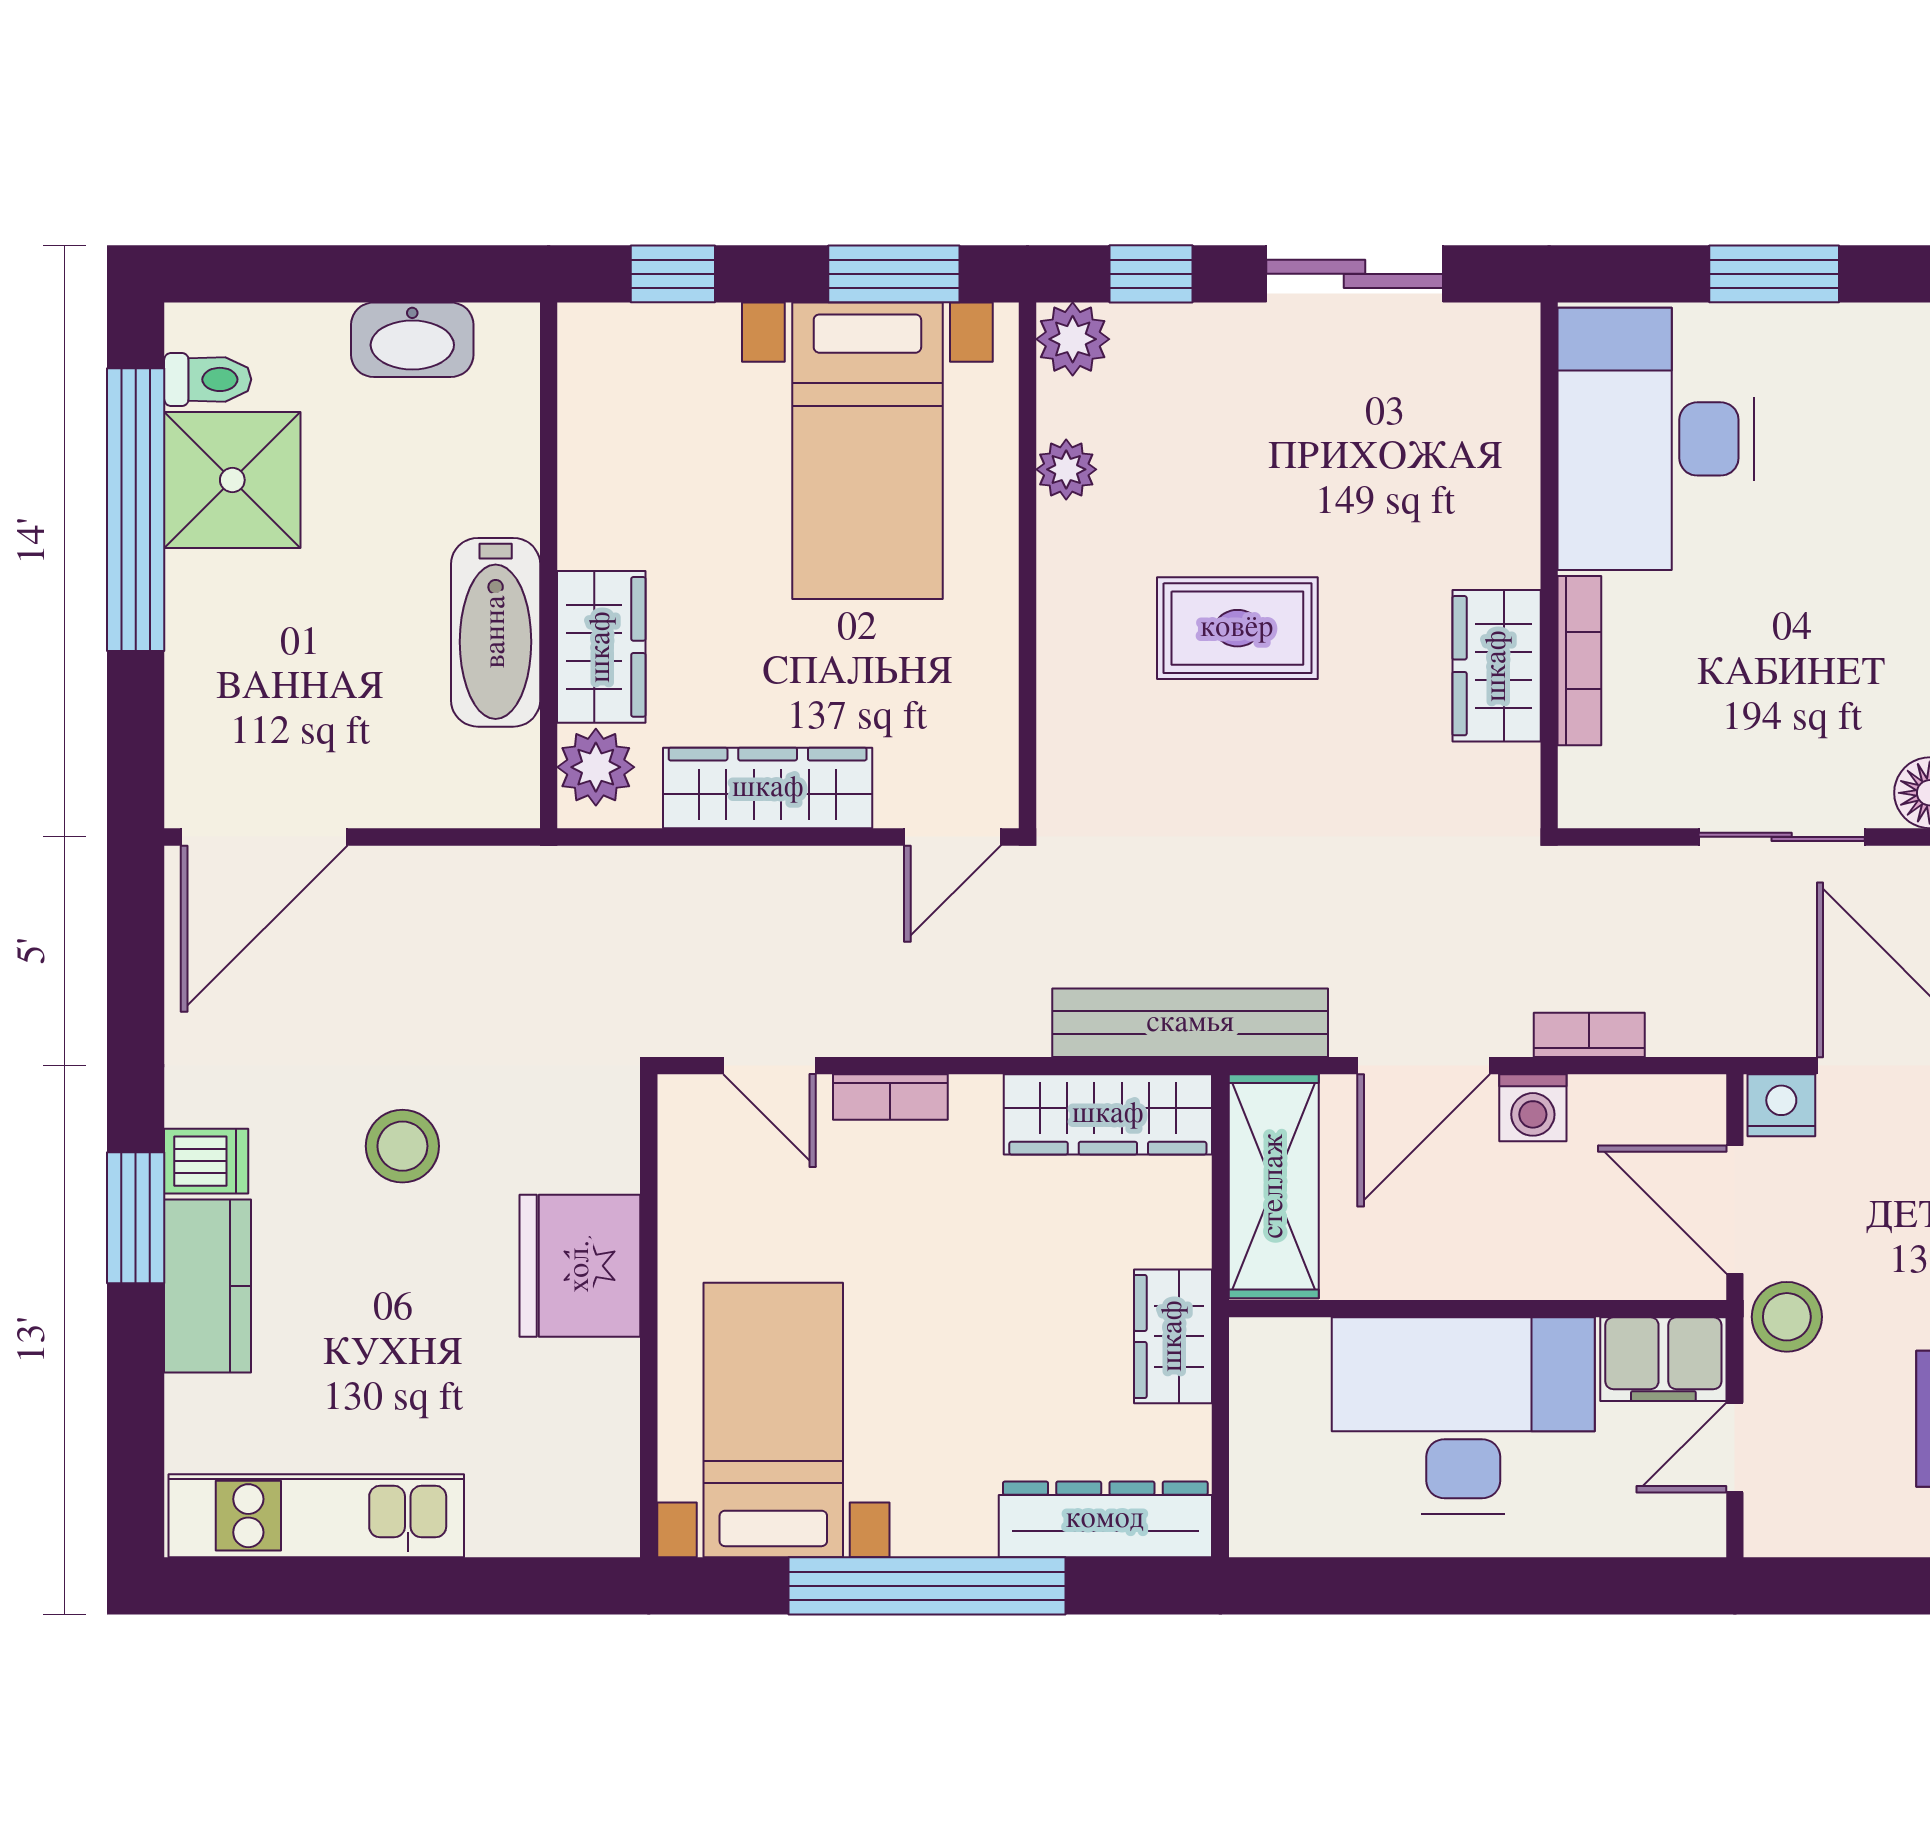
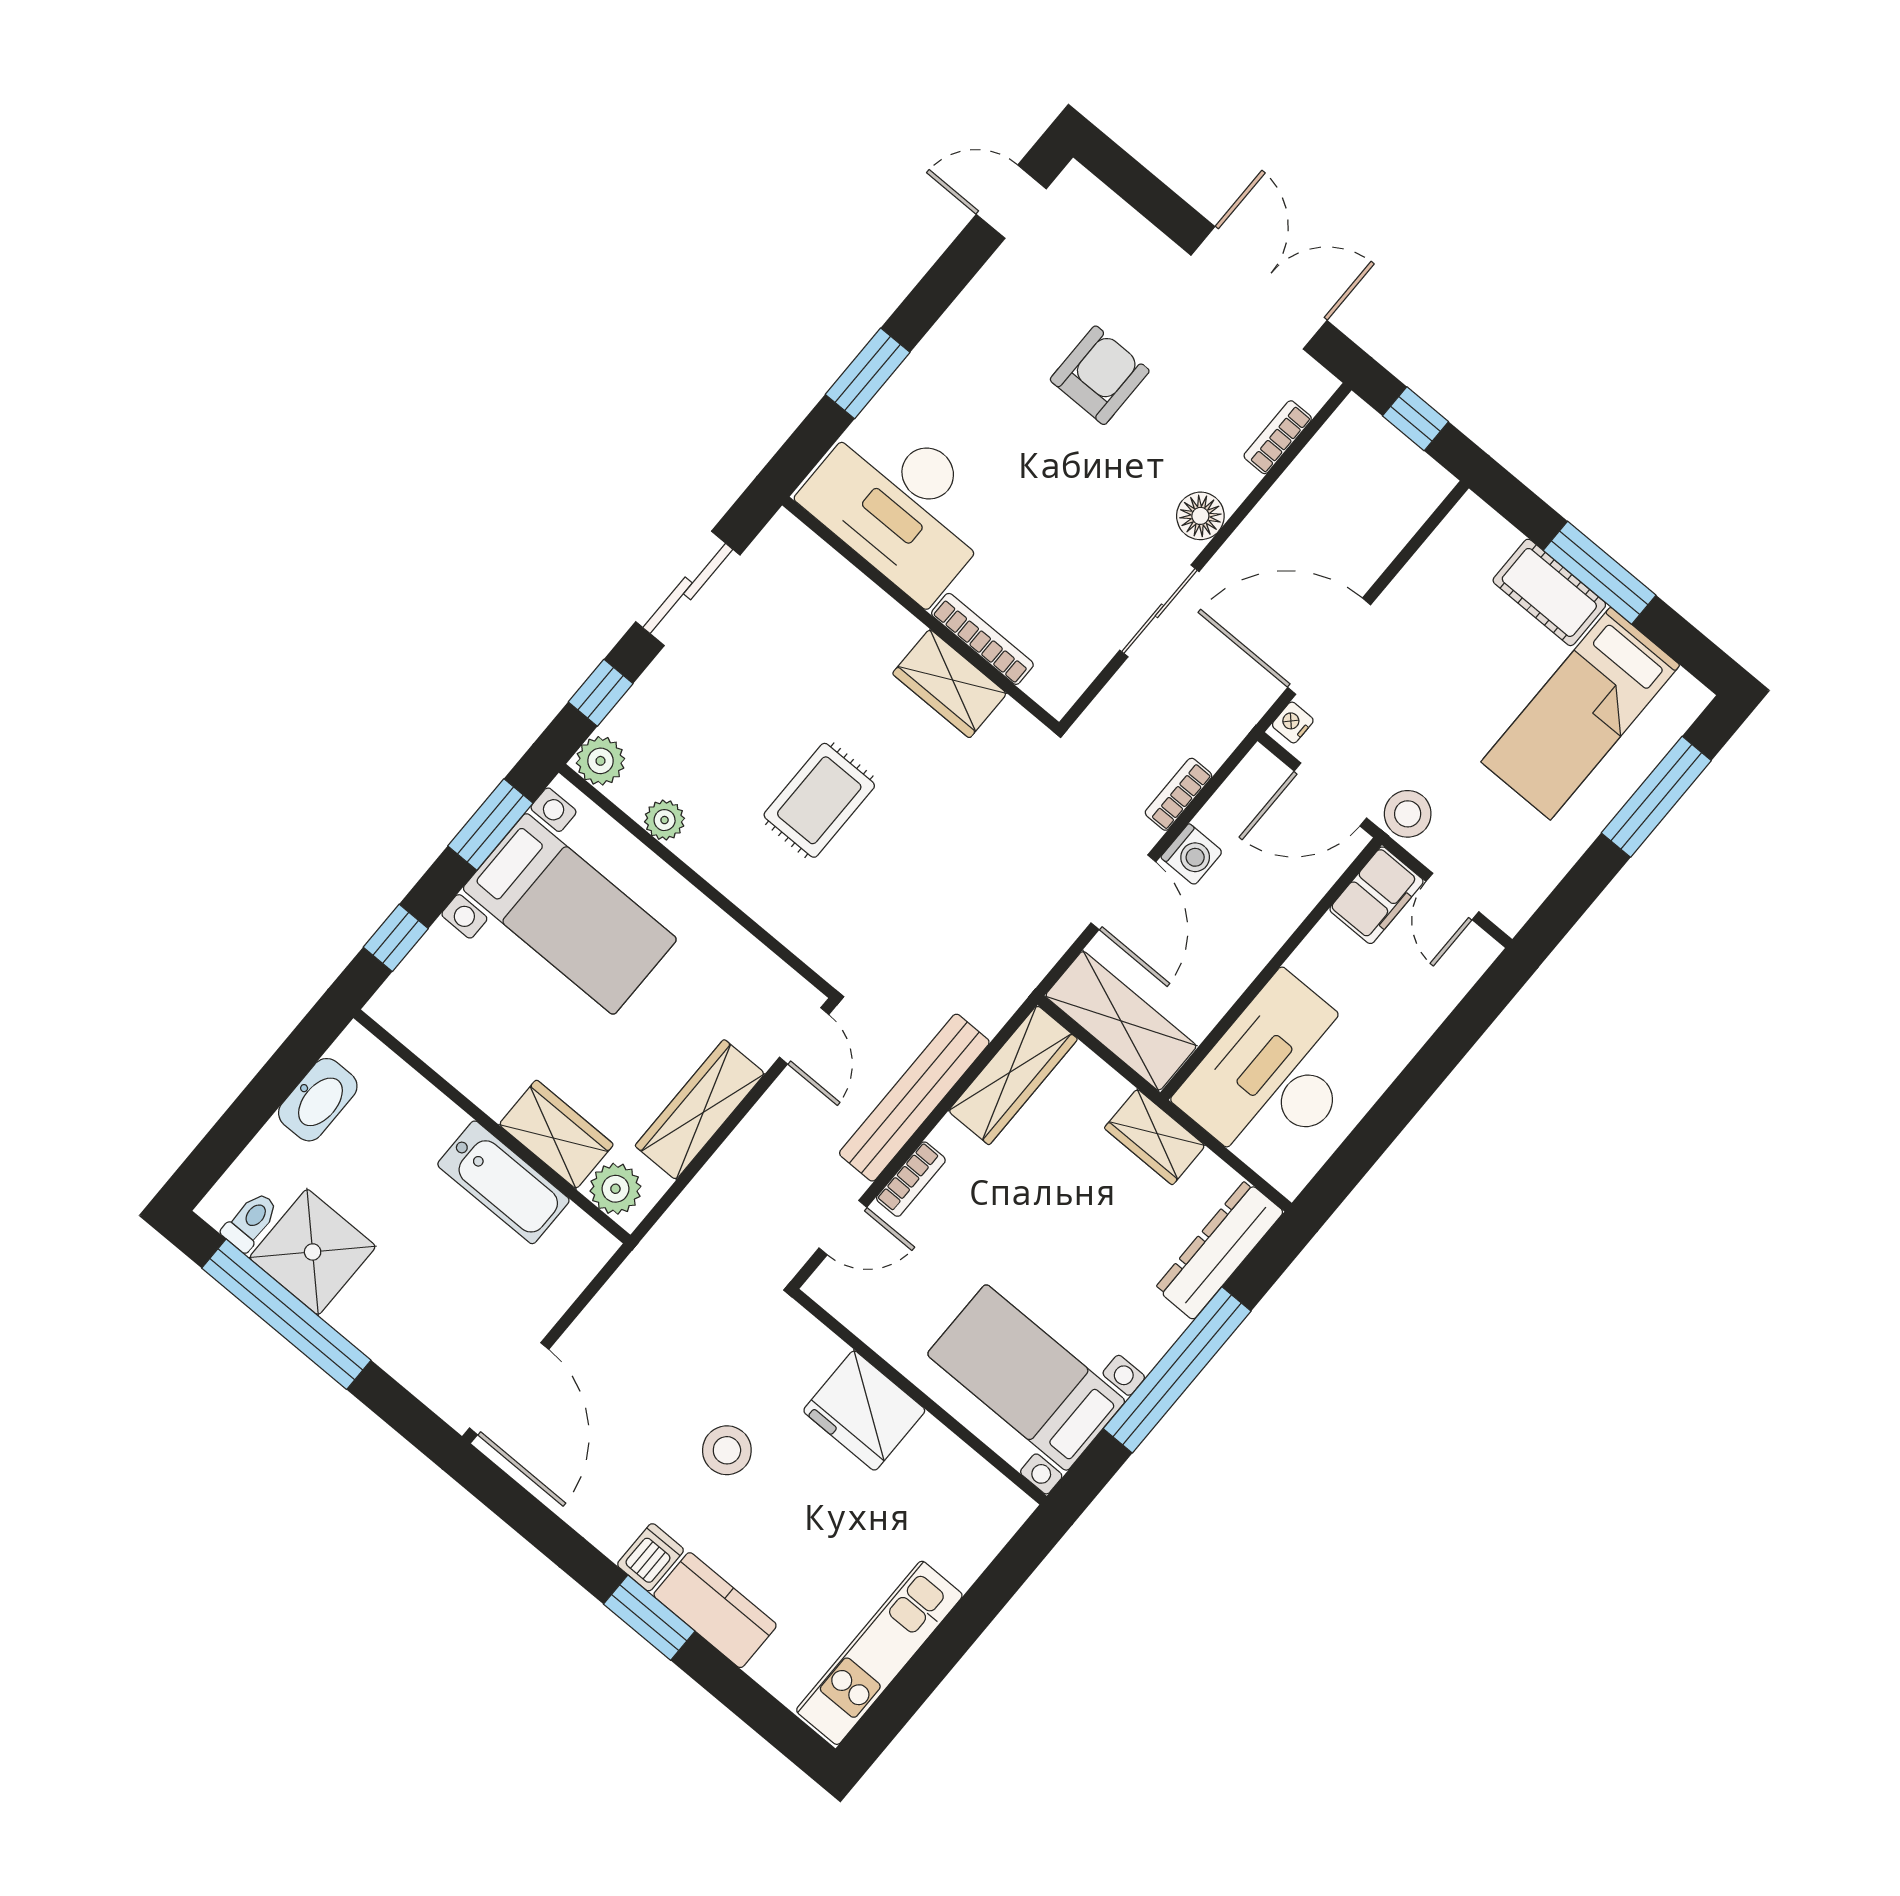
bench: (1190, 1023) -> (914, 1098), moved
nightstand: (1781, 1105) -> (1293, 723), width x0.72, depth x0.74
desk: (1463, 1416) -> (1276, 1075), moved

